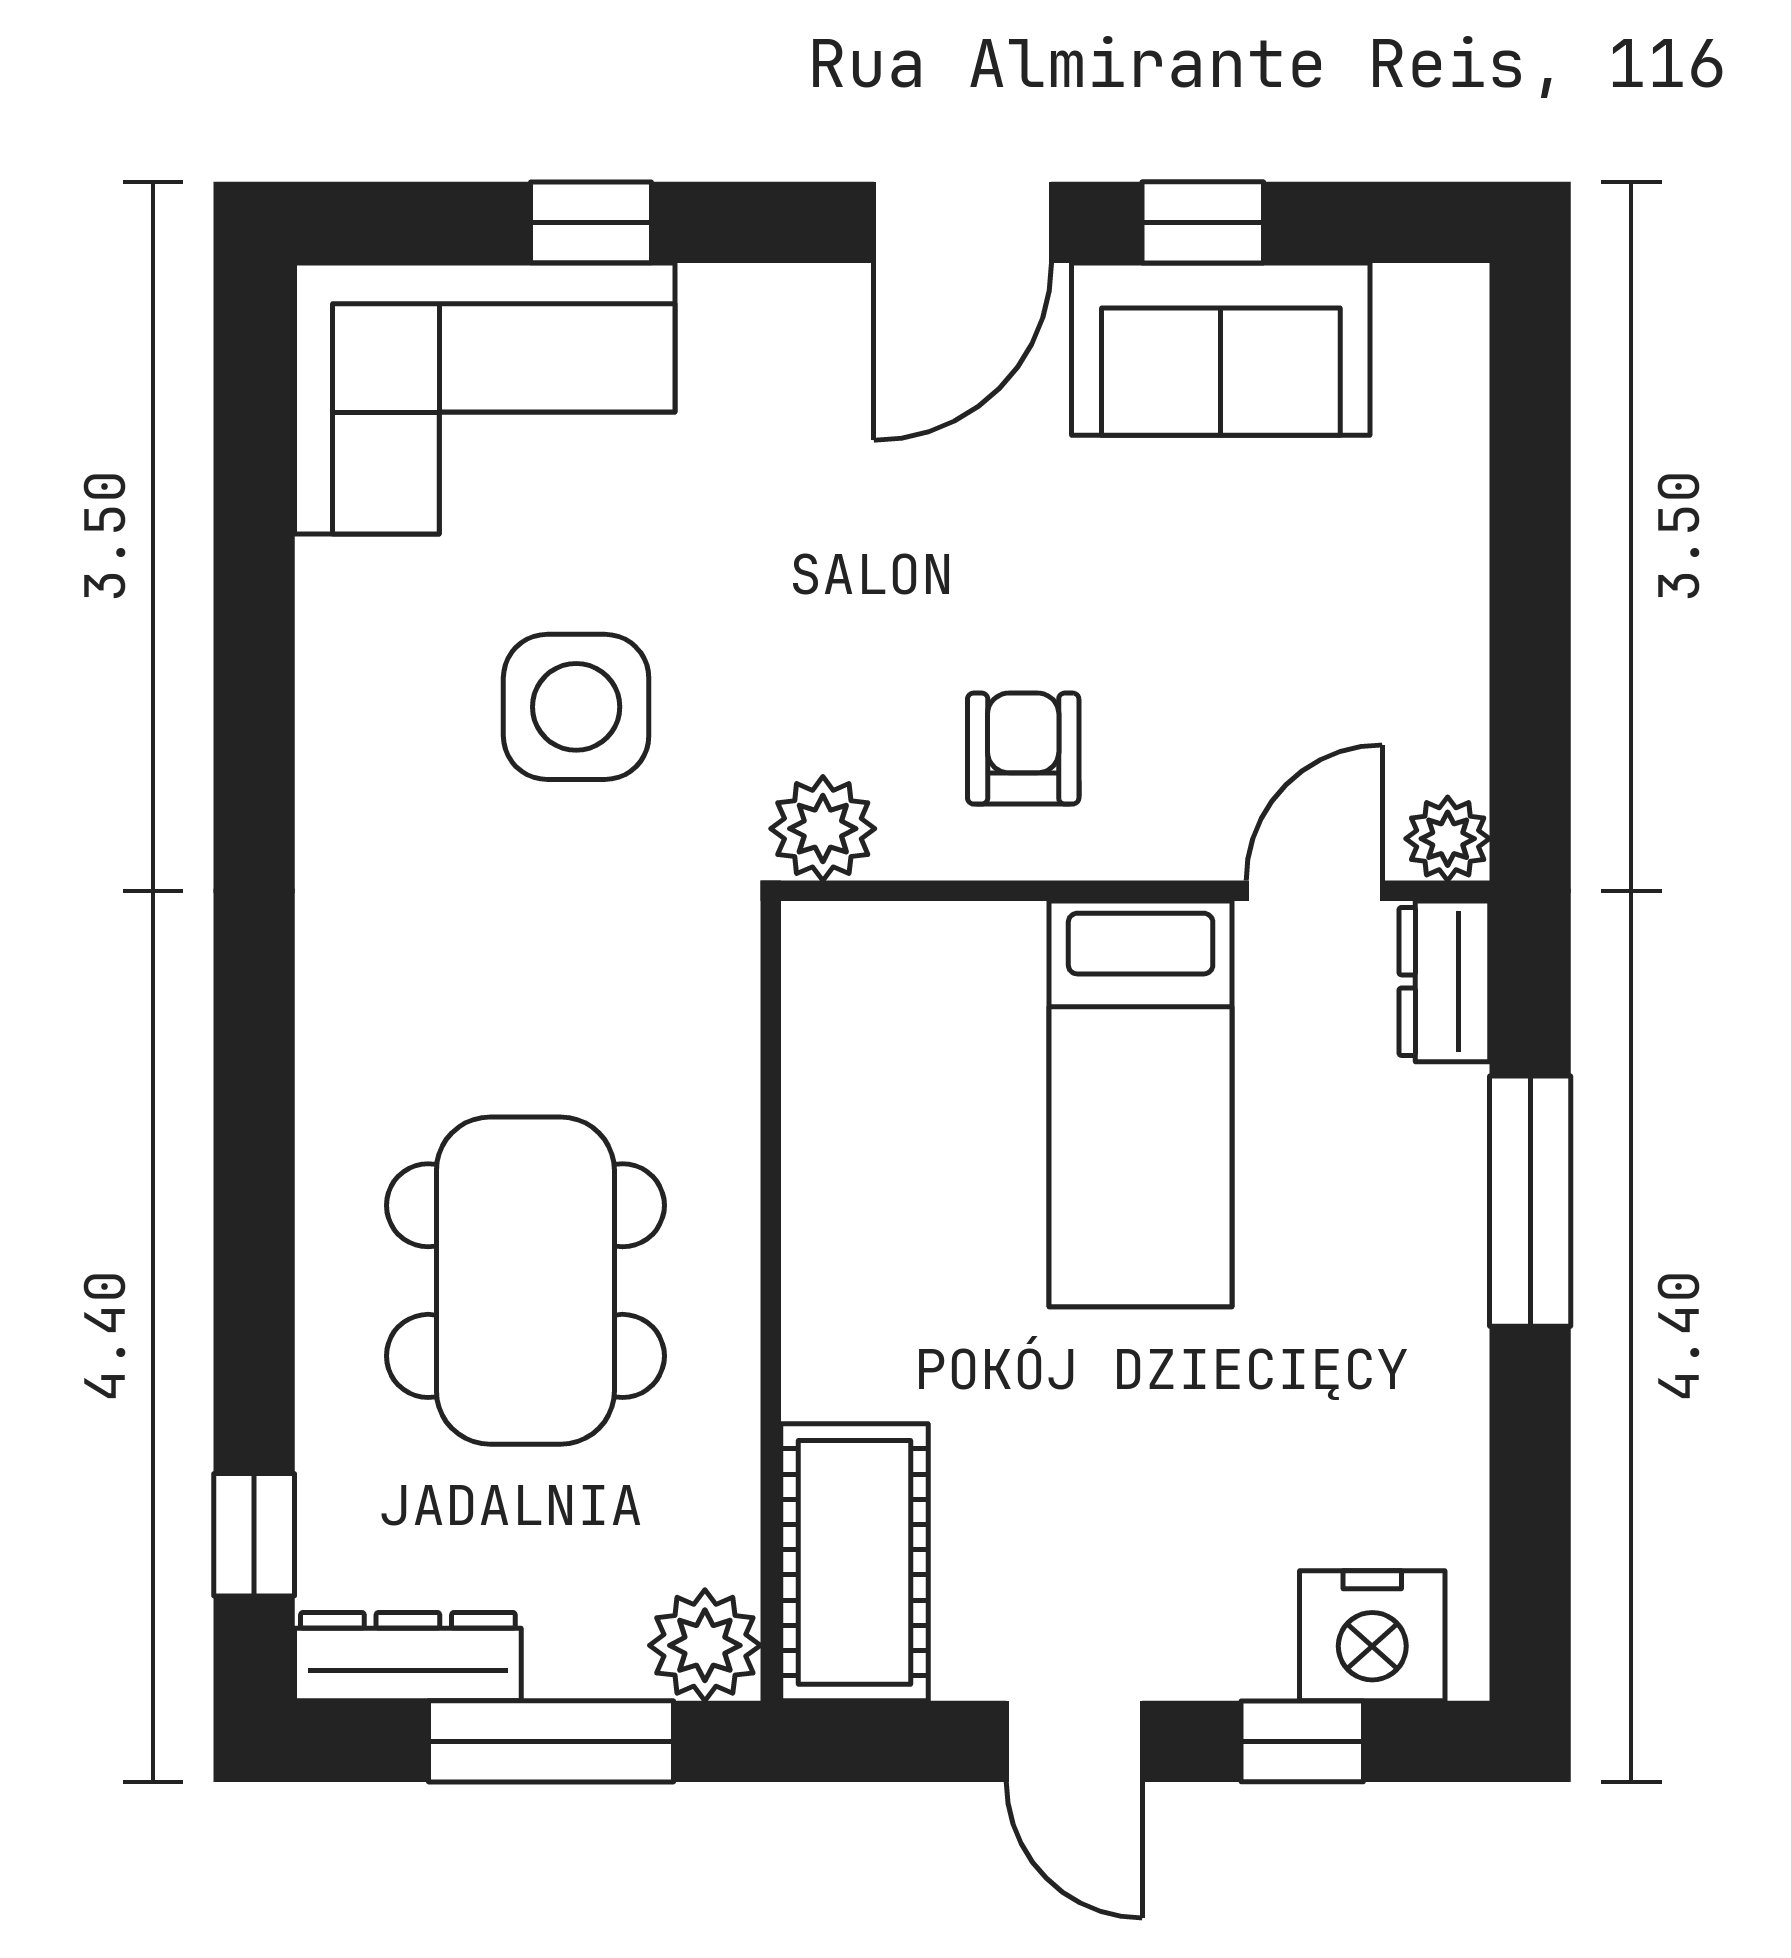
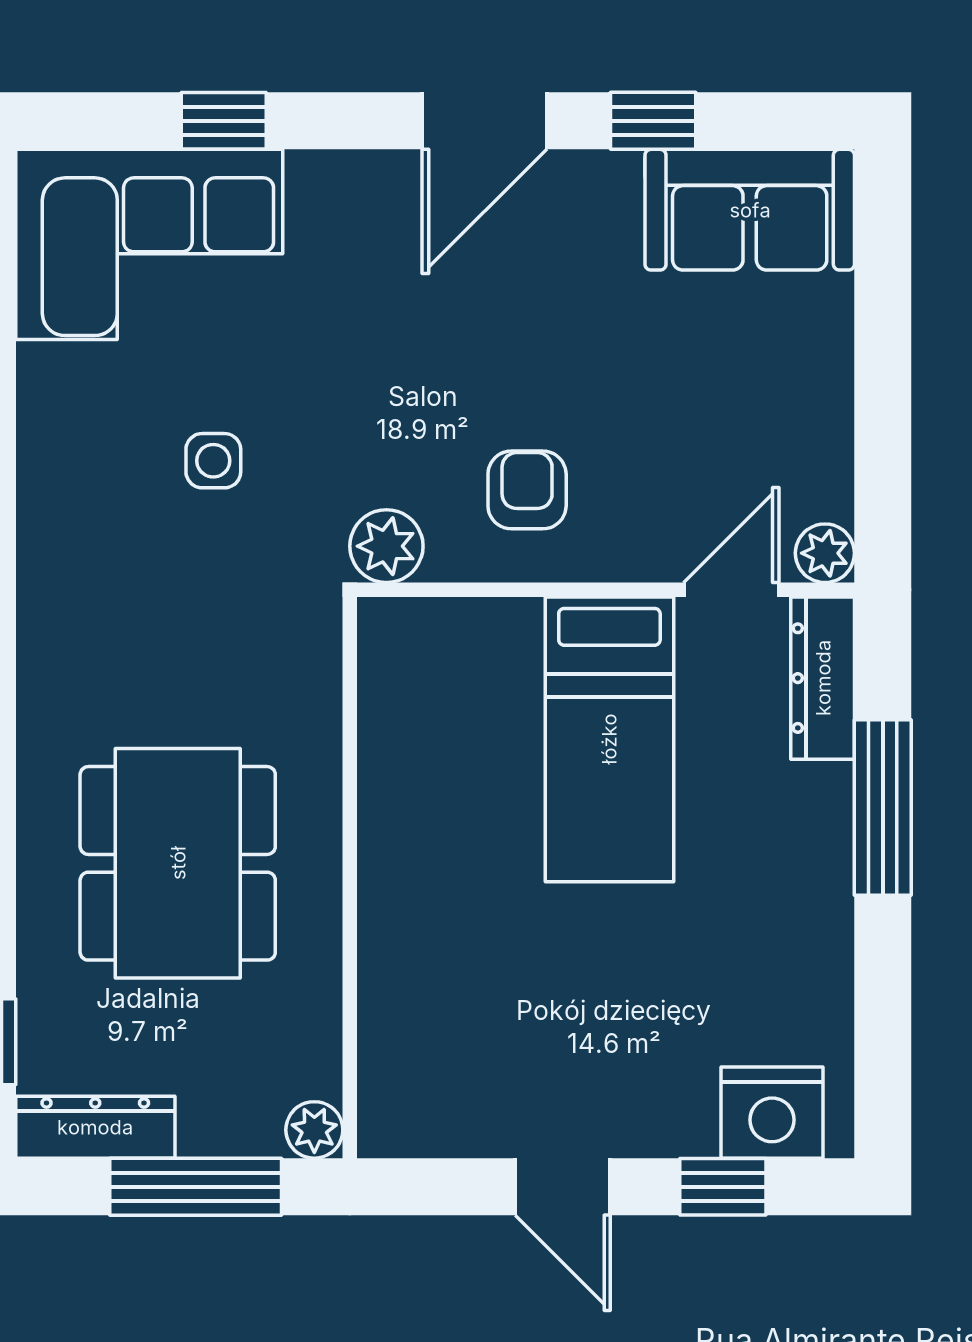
sofa: (1221, 349) -> (750, 210), moved
side table: (576, 707) -> (213, 461), width x0.54, depth x0.54
dresser: (1444, 981) -> (823, 678), width x1.44
cot: (854, 1562) -> (409, 1061), removed
plant: (705, 1645) -> (314, 1130), width x0.73, depth x0.73

